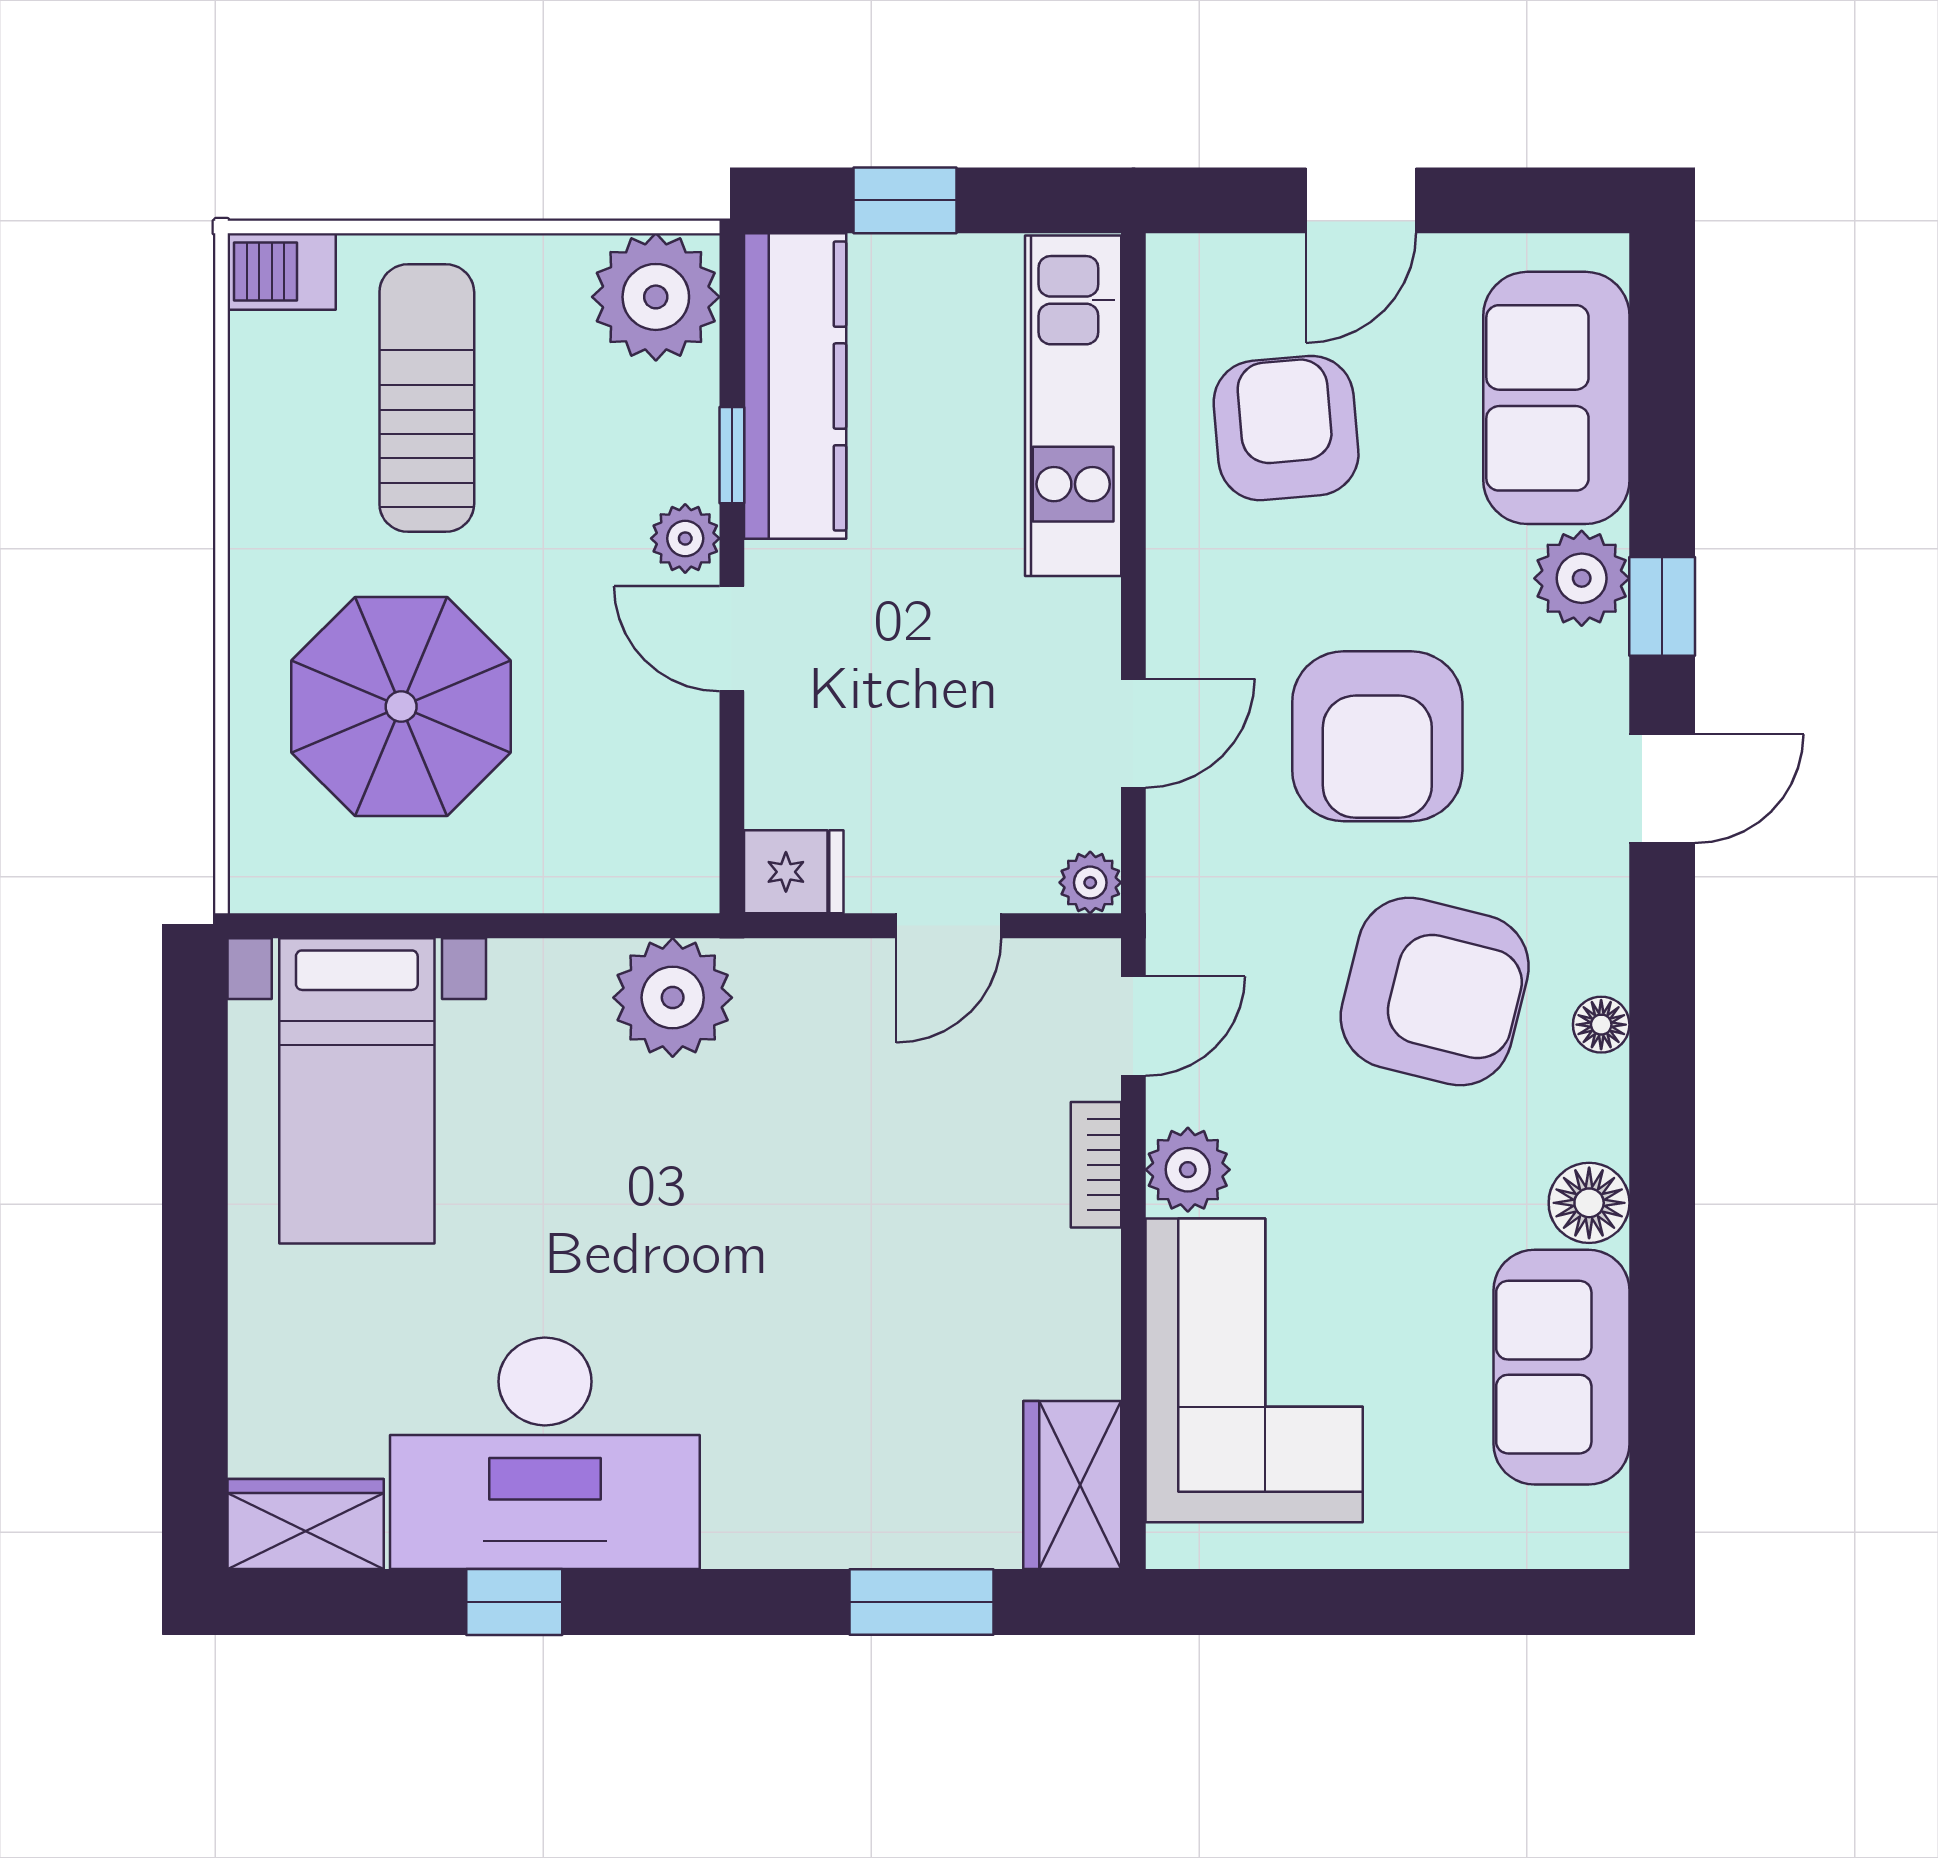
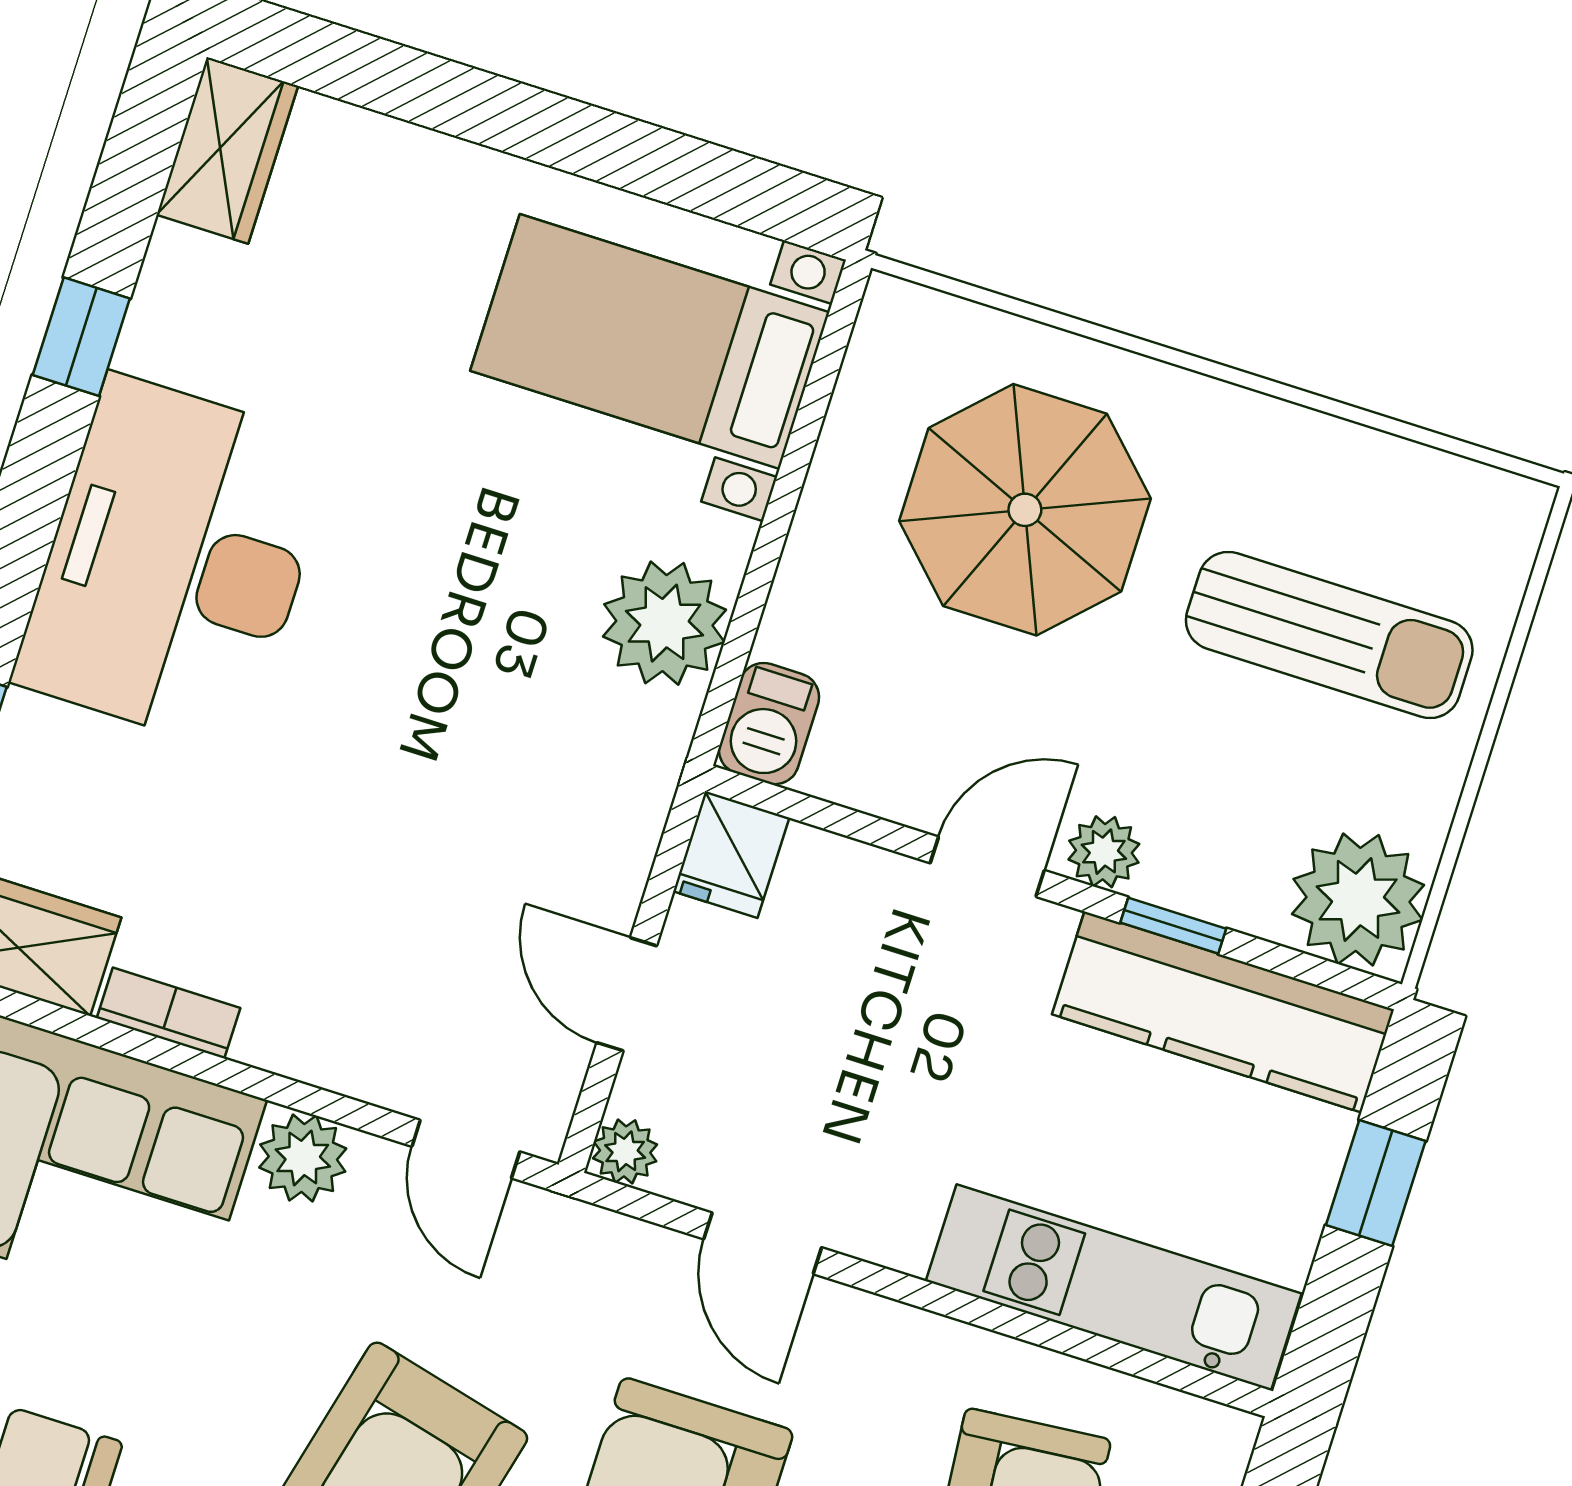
barbecue: (282, 272) -> (769, 724), moved, turned 180
plant: (673, 998) -> (664, 623), moved
bookcase: (1096, 1165) -> (168, 1013), moved
desk: (545, 1453) -> (175, 563), moved

